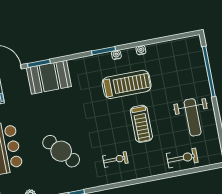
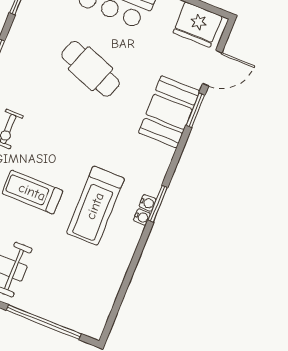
water cooler: (141, 50) -> (148, 203), moved
cafe table: (61, 151) -> (90, 69), moved, turned 62

